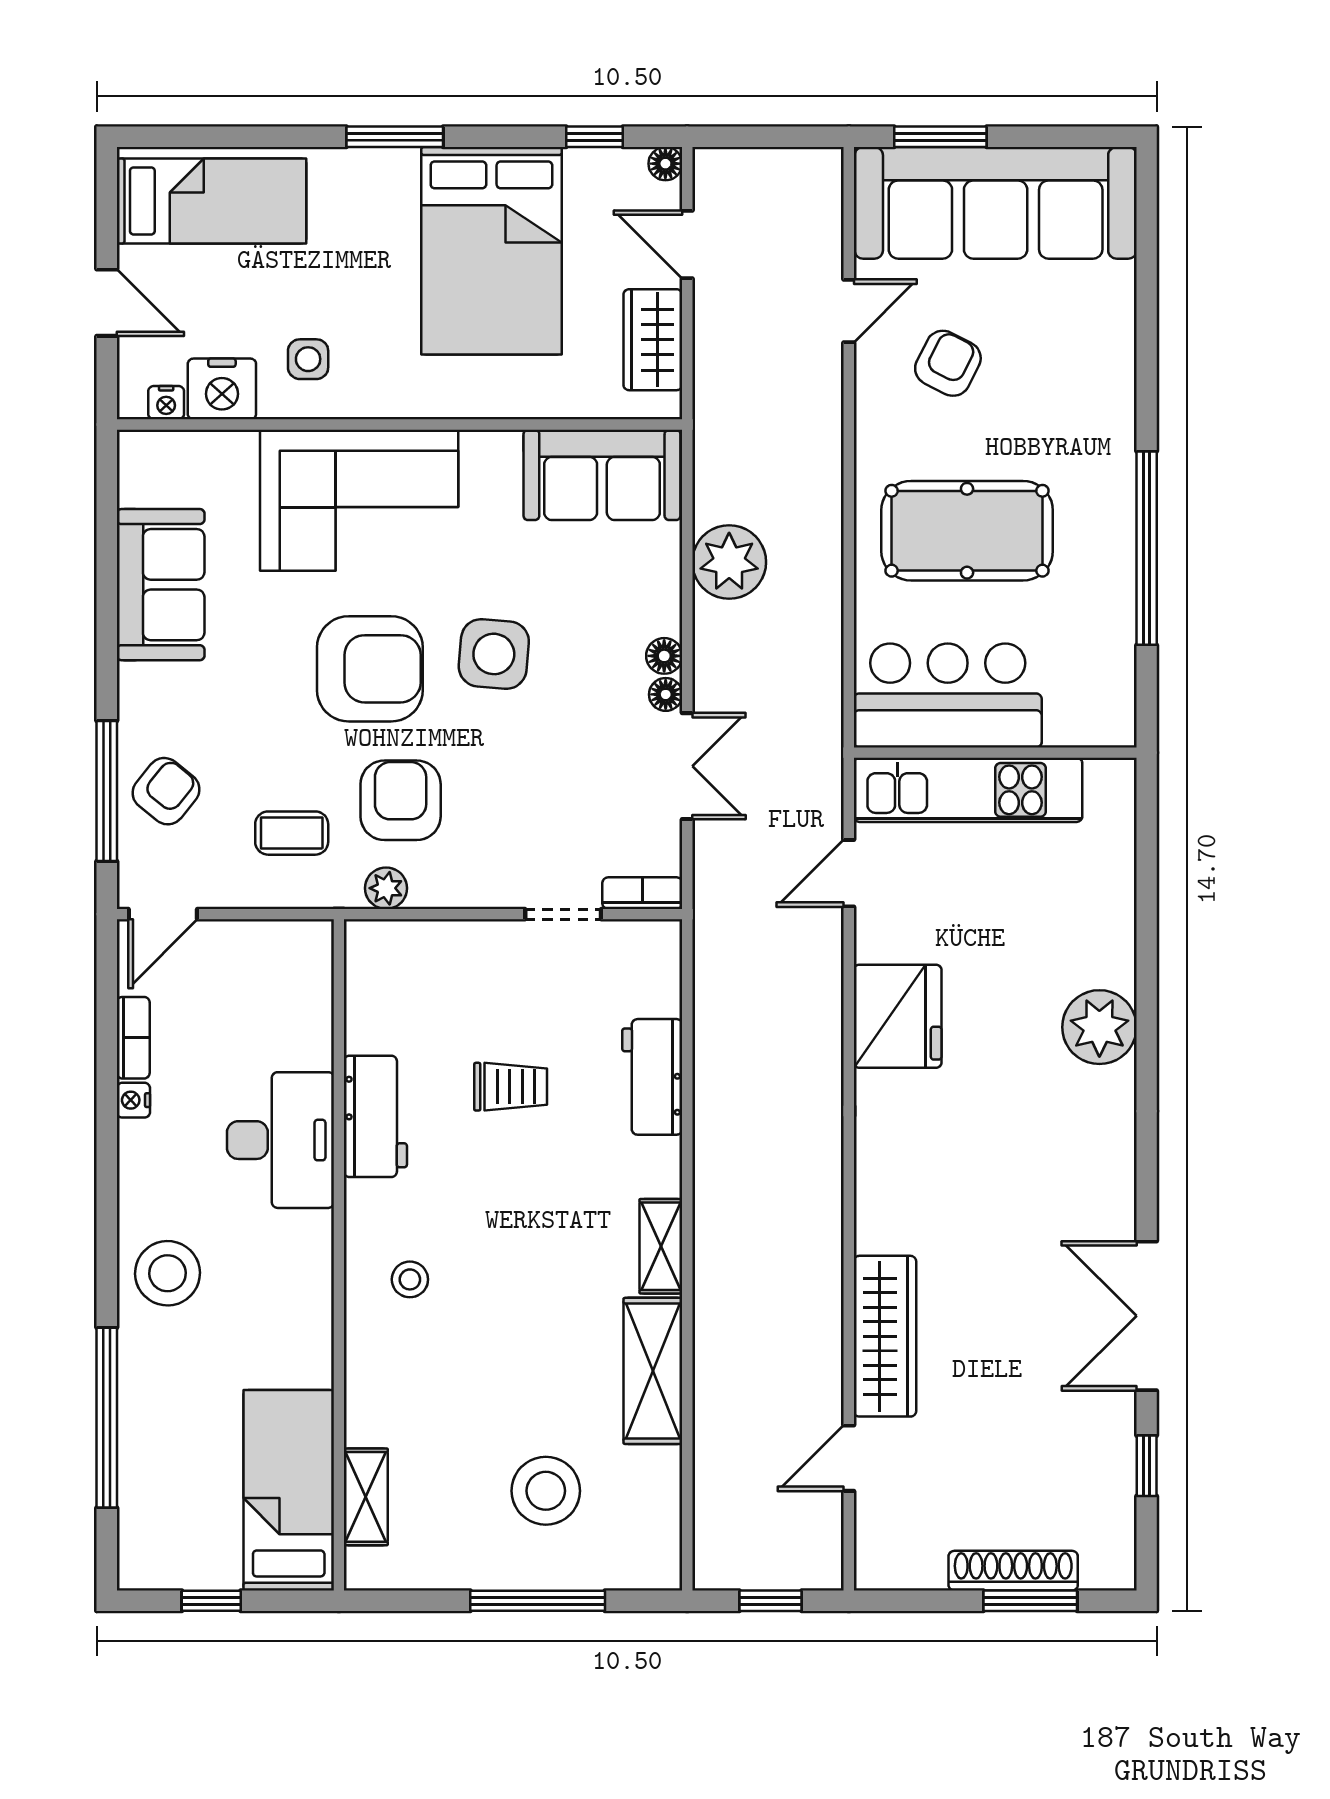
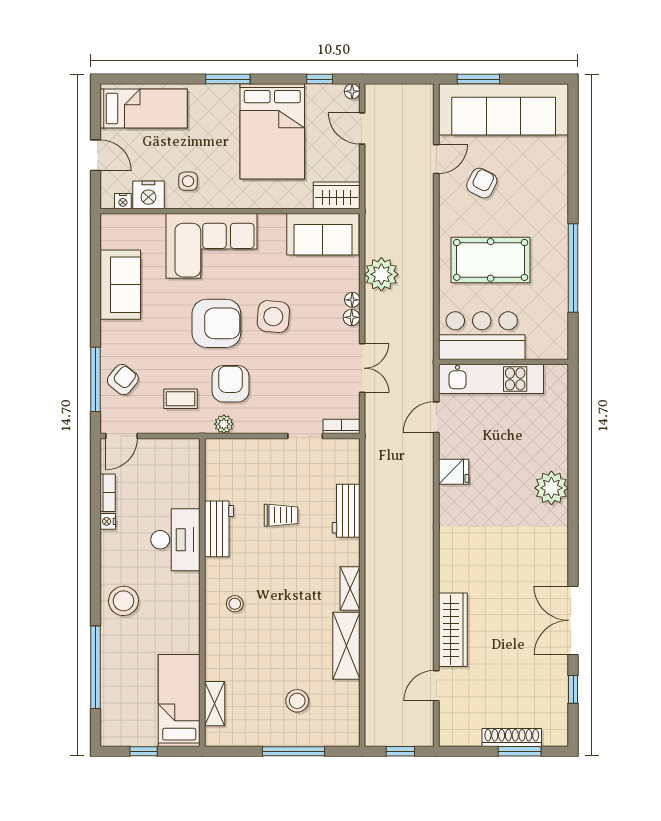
wardrobe: (653, 340) -> (337, 195), moved, turned 90
floor lamp: (666, 694) -> (352, 300), moved
fridge: (898, 1016) -> (454, 472), width x0.53, depth x0.75
stool: (546, 1491) -> (297, 701), width x0.73, depth x0.73

